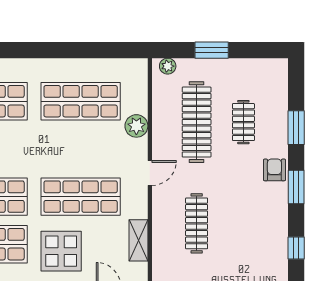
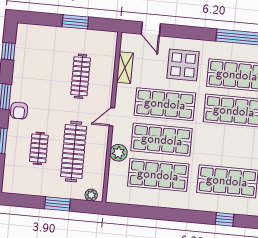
shop shelf: (81, 149) -> (162, 140), added

